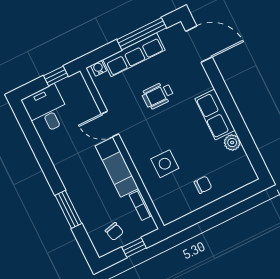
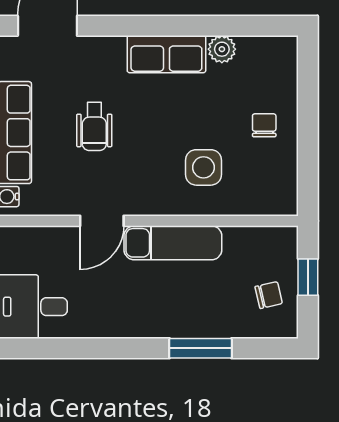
bookcase: (141, 205) -> (248, 235), removed

